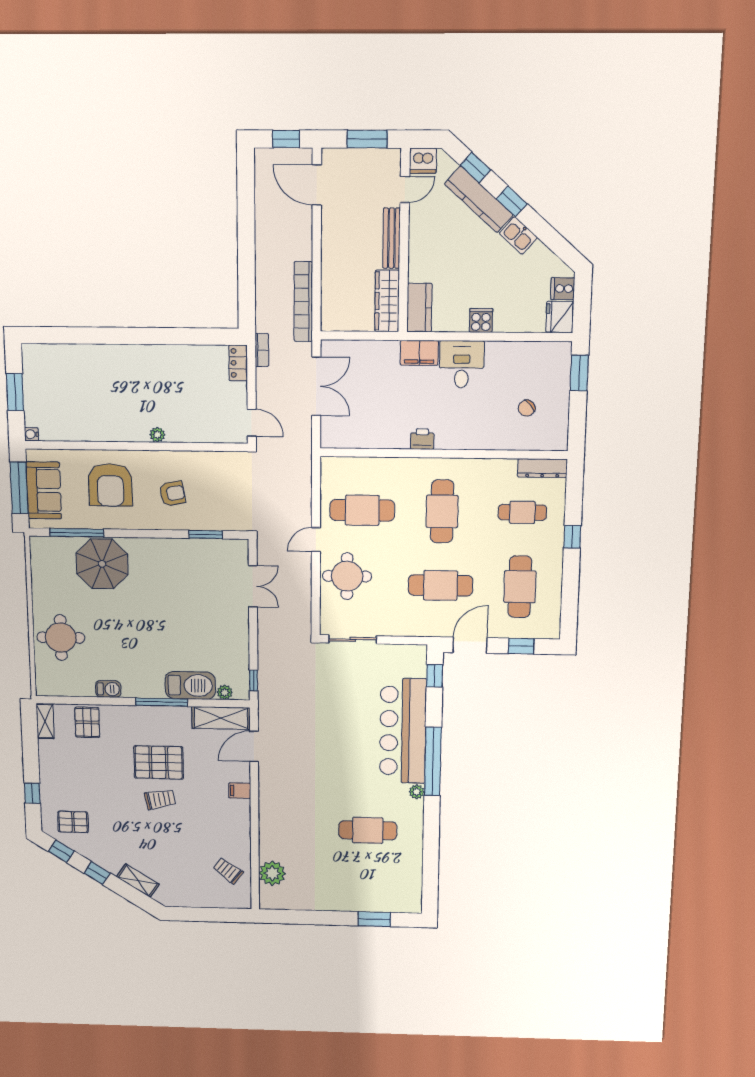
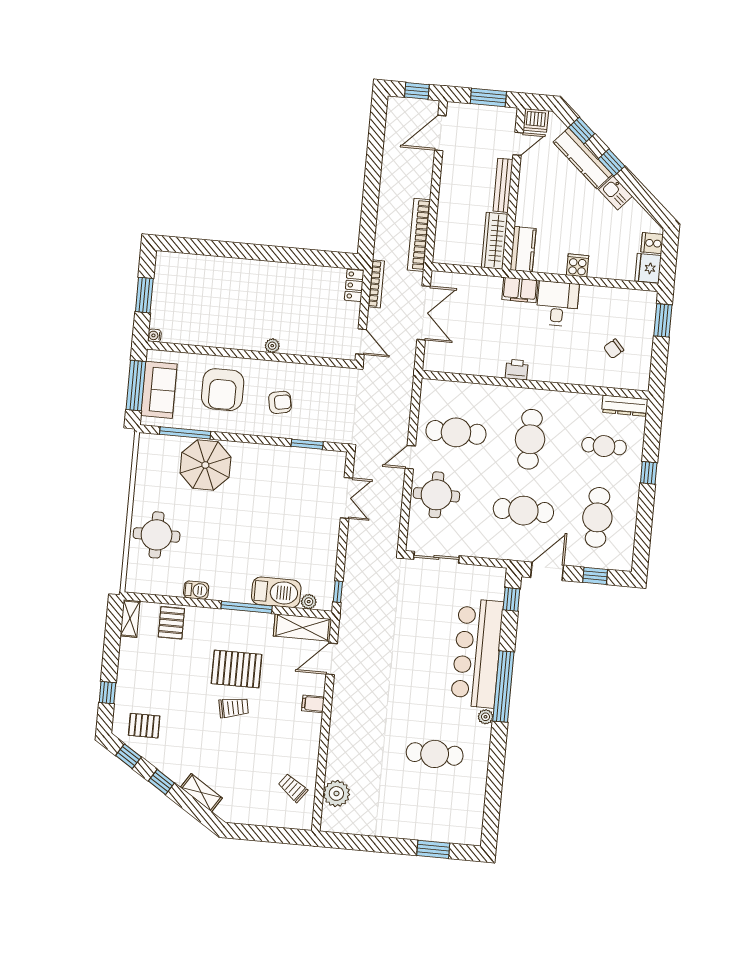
door: (317, 185) -> (440, 133), hinge flipped
bookcase: (262, 350) -> (376, 284), width x1.56

